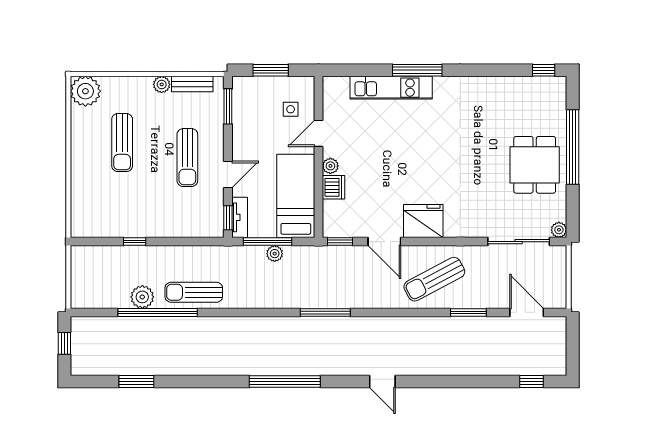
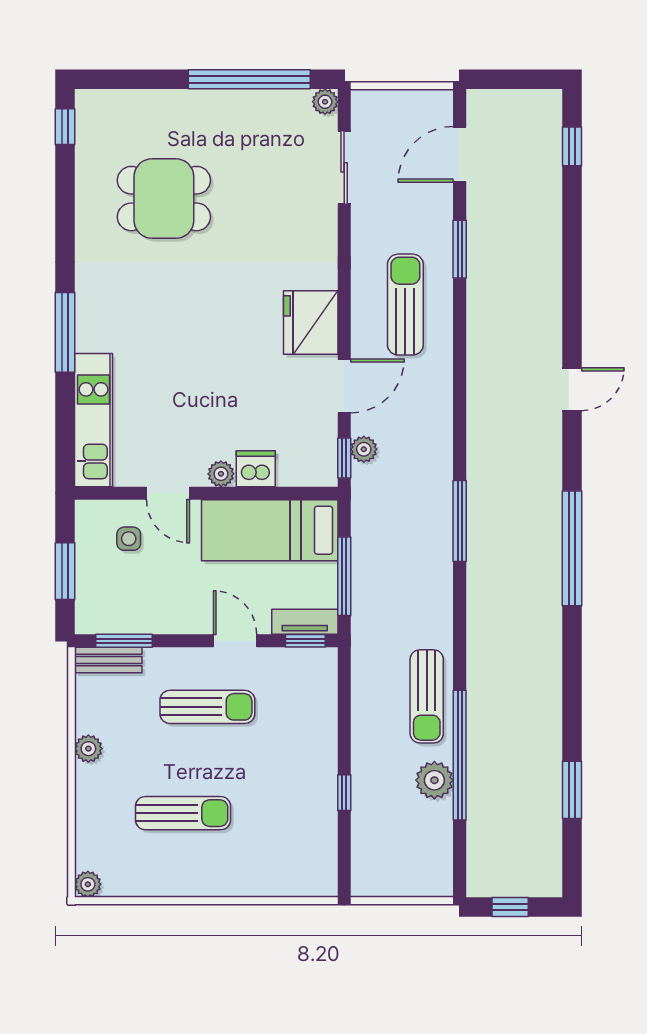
bench: (192, 84) -> (108, 660), moved, turned 90
kitchen unit: (391, 88) -> (93, 420), moved
plant: (85, 91) -> (88, 884), width x0.53, depth x0.53
window: (573, 147) -> (249, 79), moved
dining table: (535, 165) -> (164, 199), moved
sliding door: (519, 242) -> (344, 167), width x0.73
plant: (275, 254) -> (364, 449), moved
sun lounger: (434, 279) -> (405, 305), turned -152
window: (325, 312) -> (460, 521), moved

